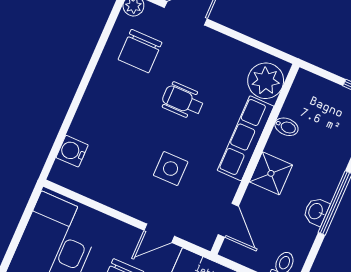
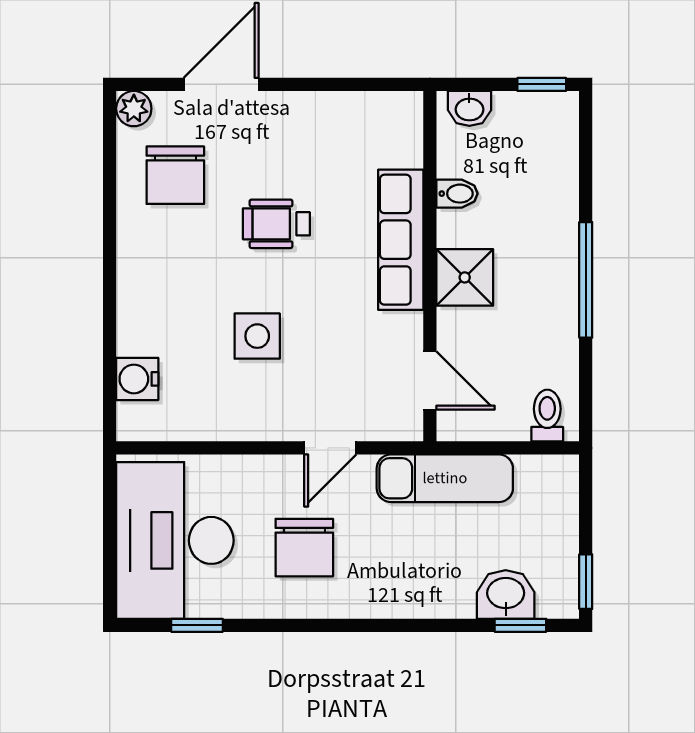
plant: (266, 81) -> (393, 136), removed
side table: (171, 169) -> (257, 336), moved
washbasin: (316, 211) -> (469, 108), moved, turned -90

